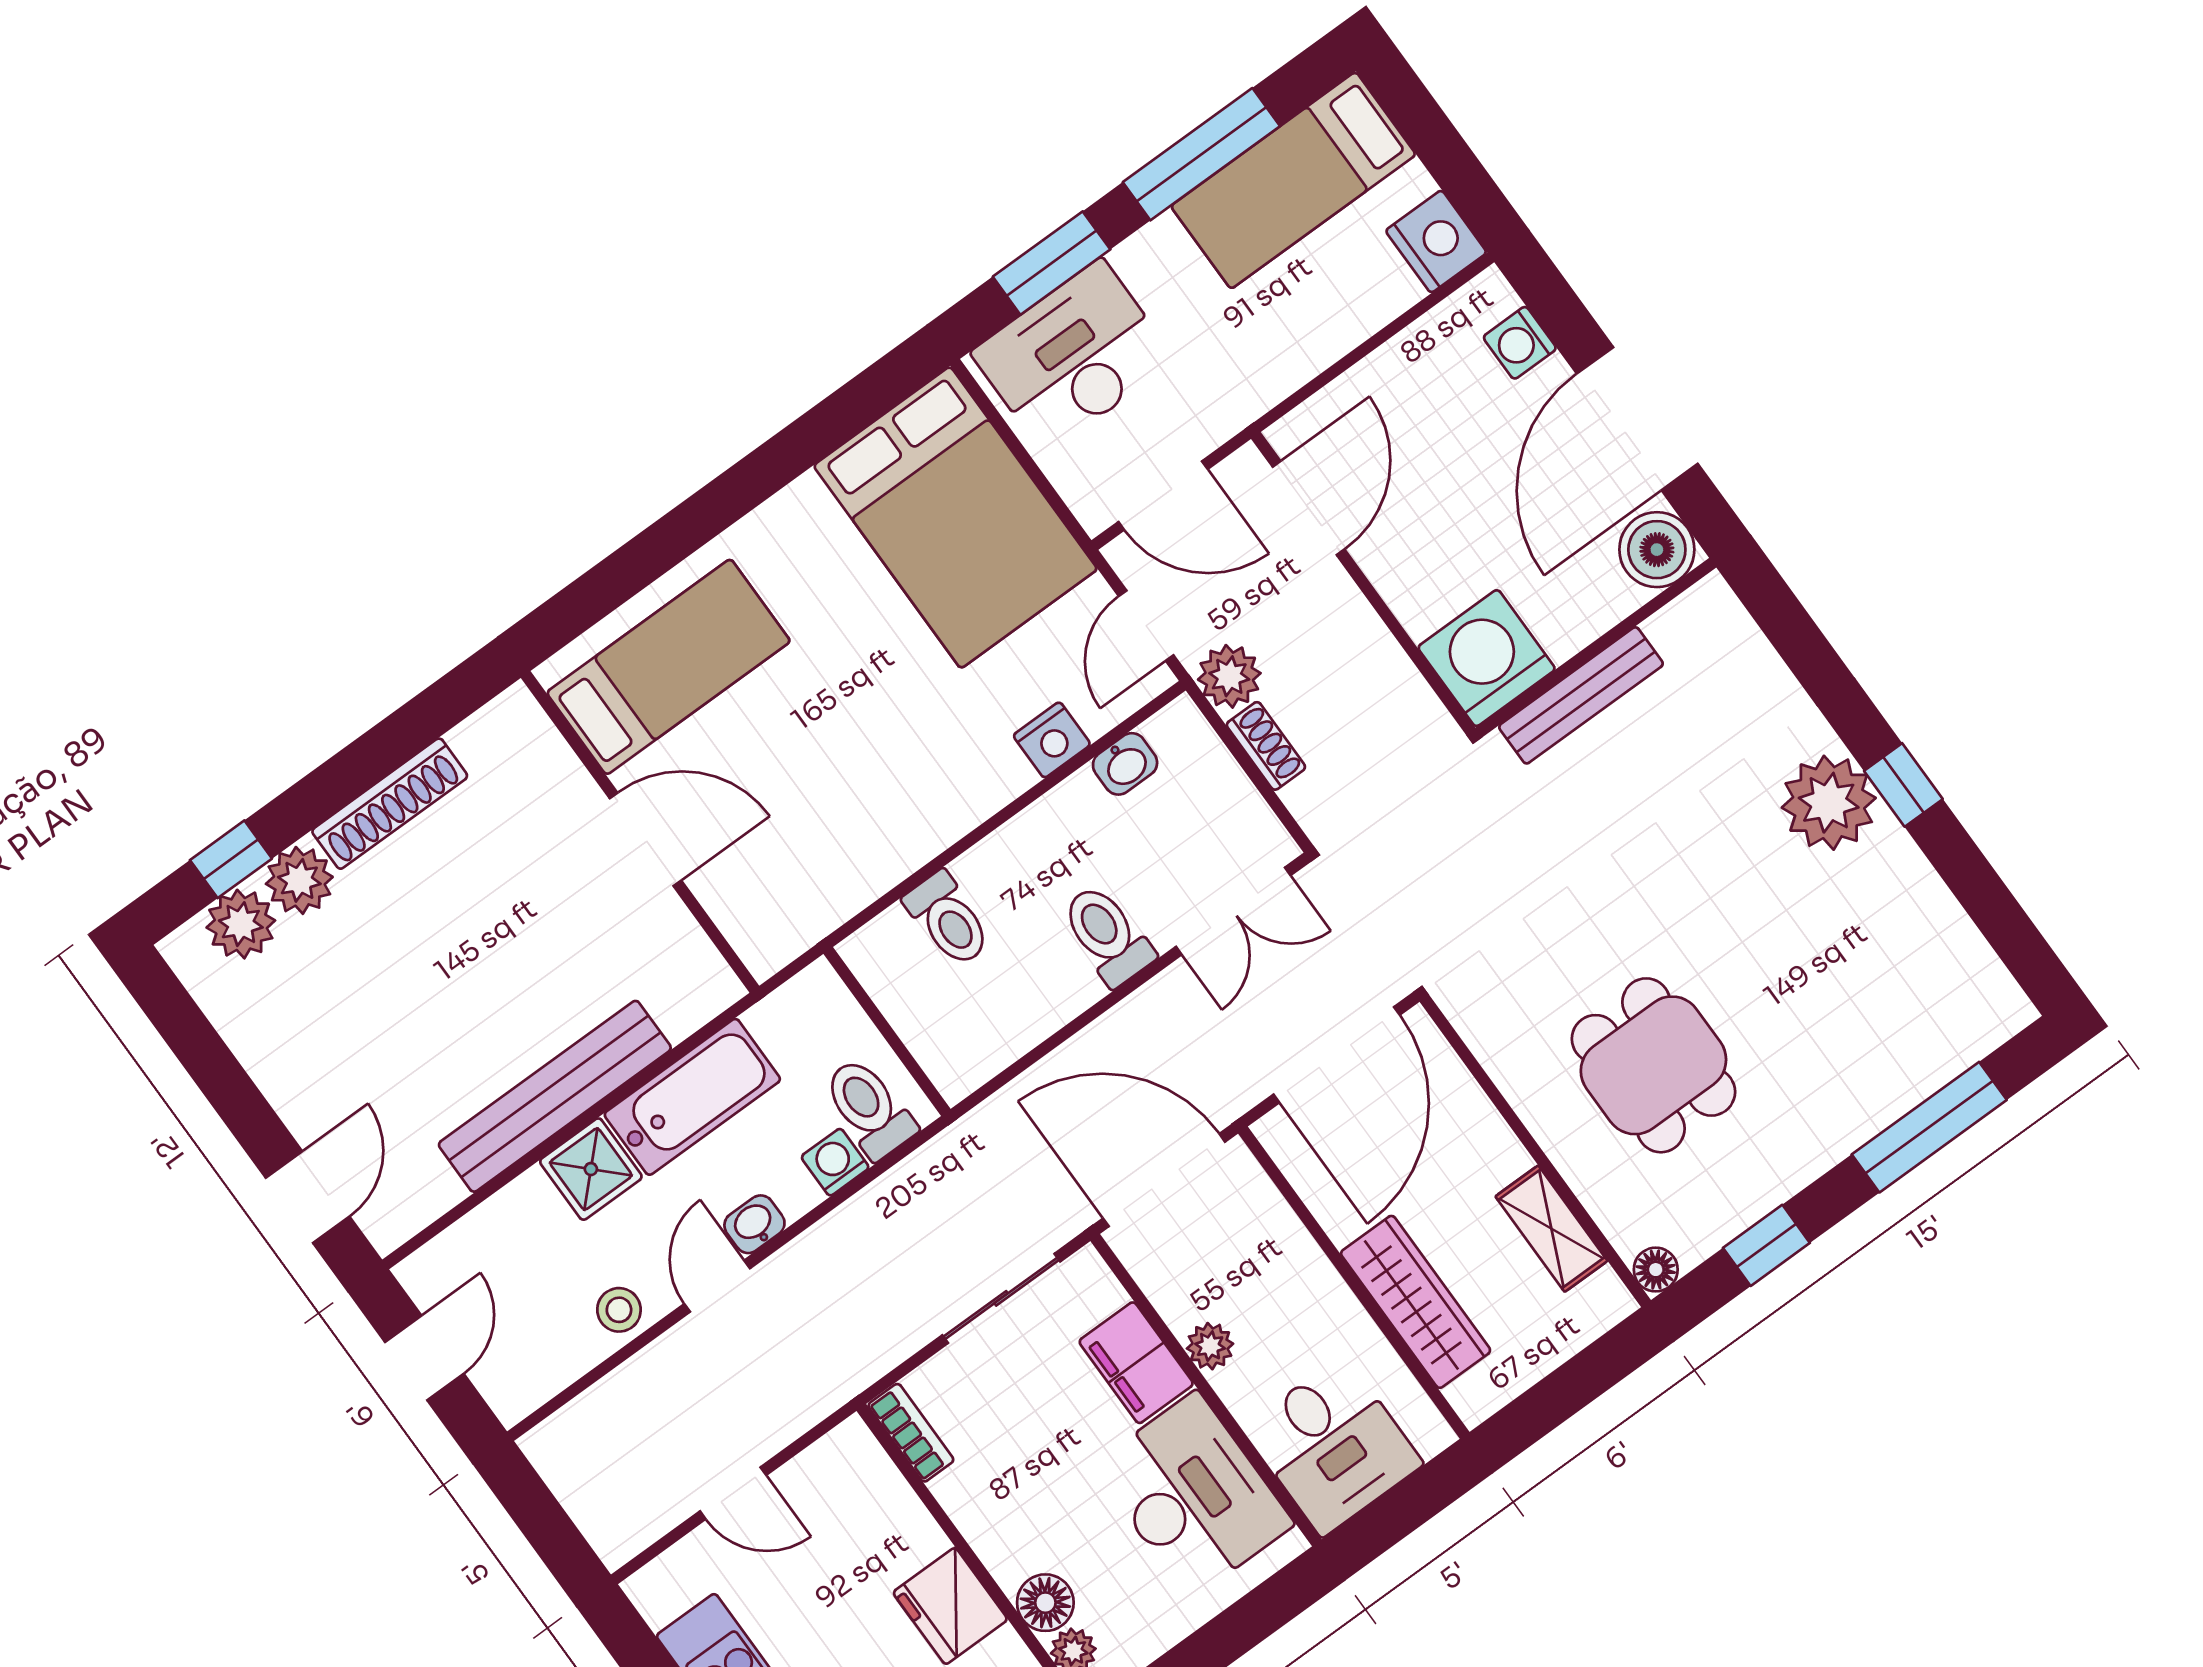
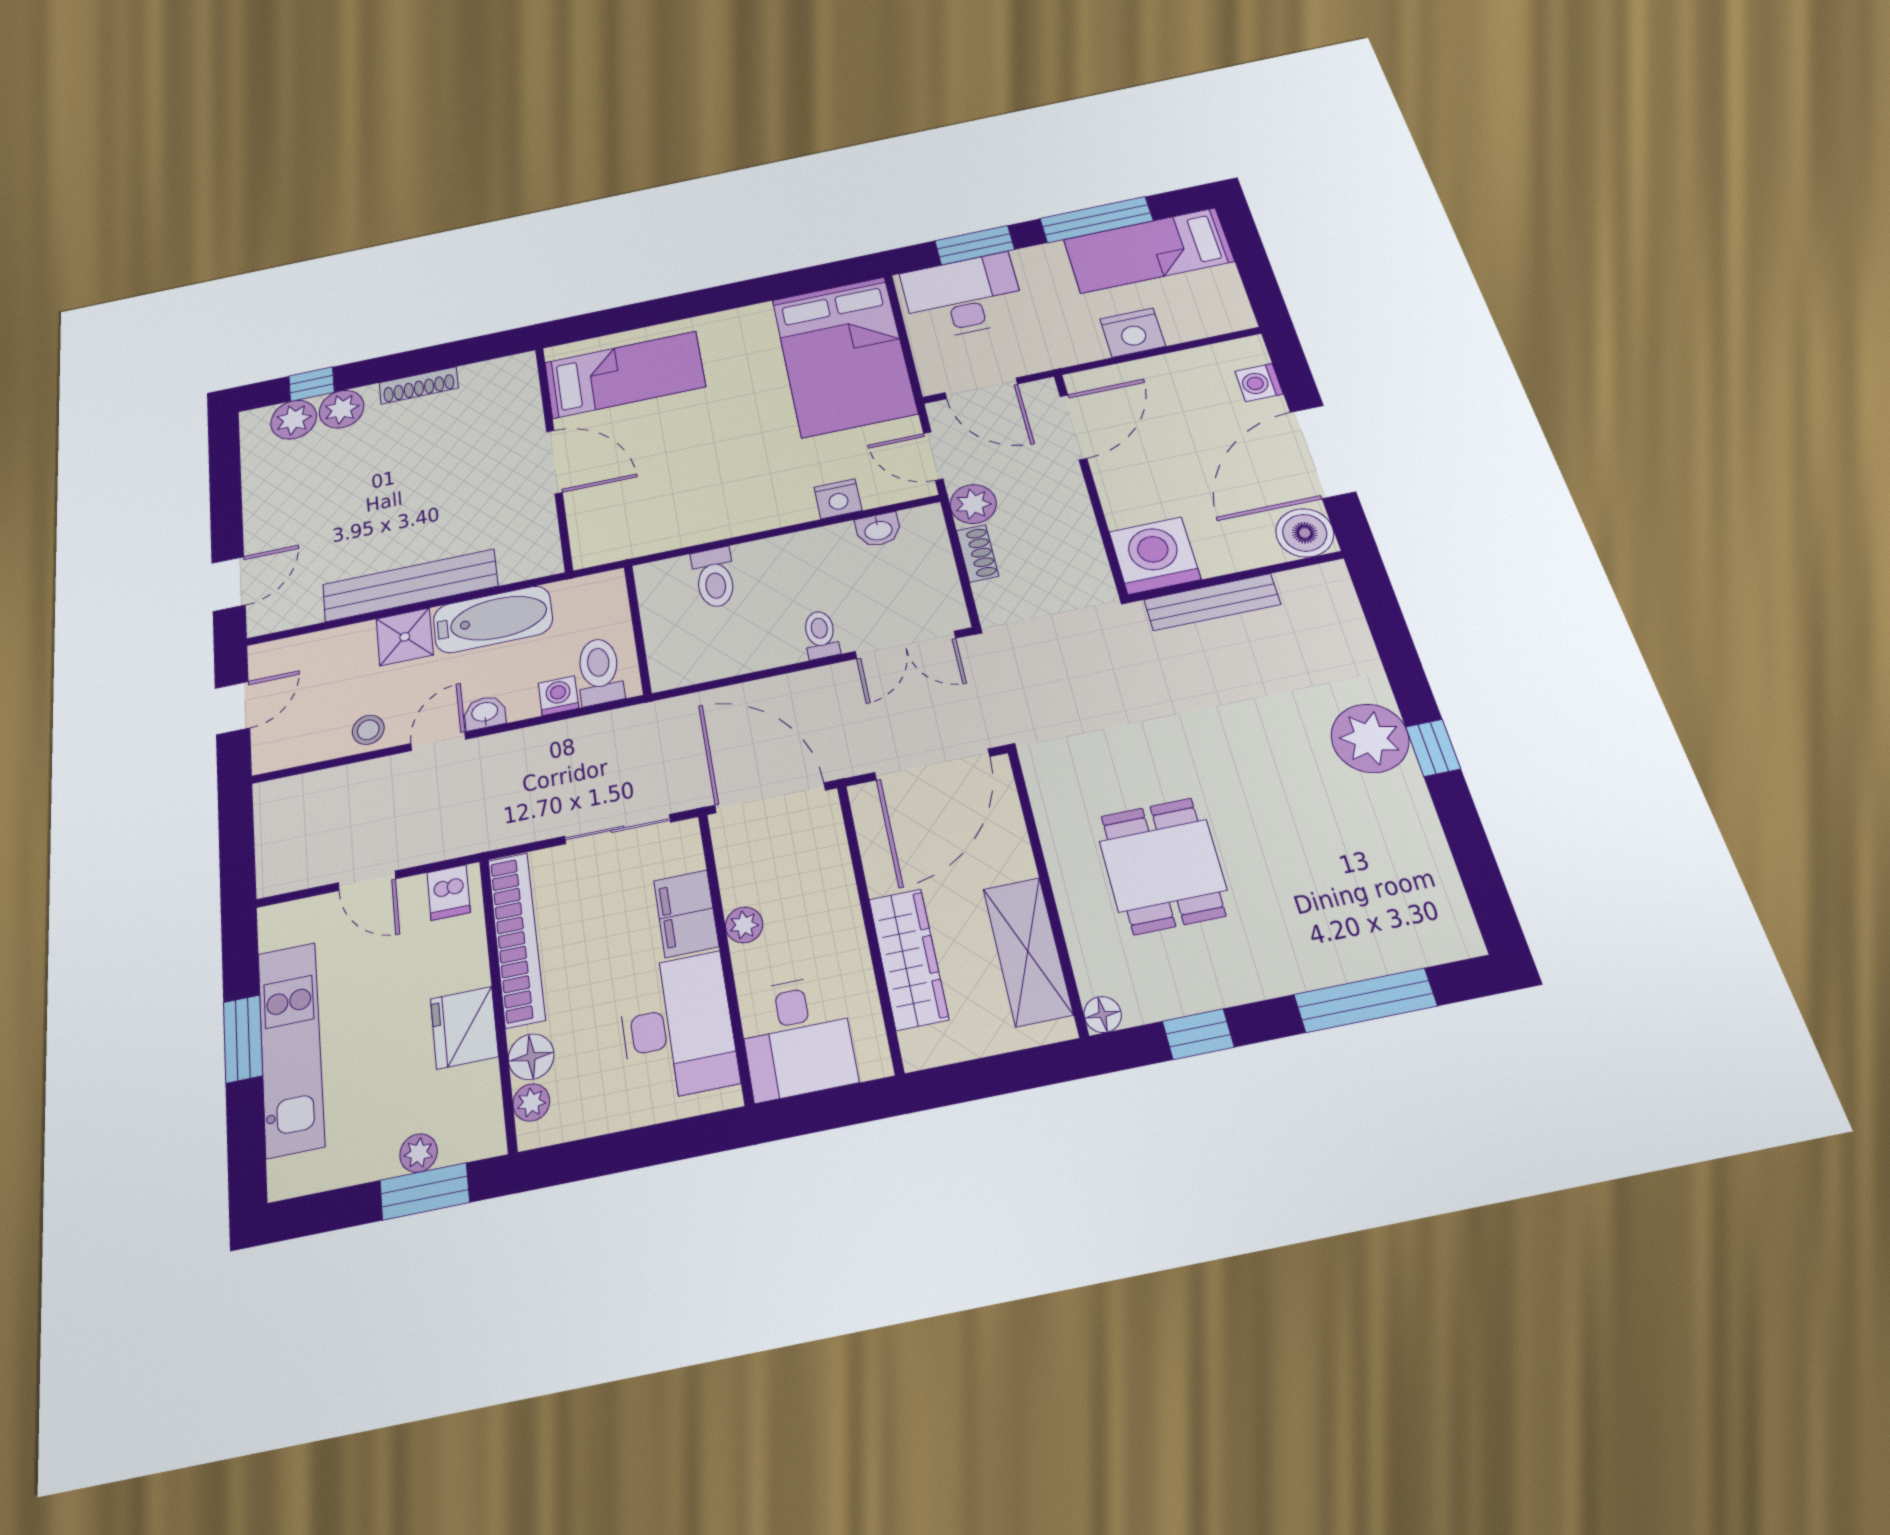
nightstand: (1436, 242) -> (1133, 333), moved, turned 90
door: (1146, 626) -> (933, 456), hinge flipped
shoe rack: (390, 804) -> (419, 385), width x0.74, depth x0.81
toilet: (1107, 935) -> (821, 635), width x0.73, depth x0.72
shelving: (1551, 1229) -> (1028, 951), width x1.50, depth x1.33
bookcase: (911, 1433) -> (516, 939), width x2.31, depth x1.31
dishwasher: (841, 1463) -> (449, 892), added

